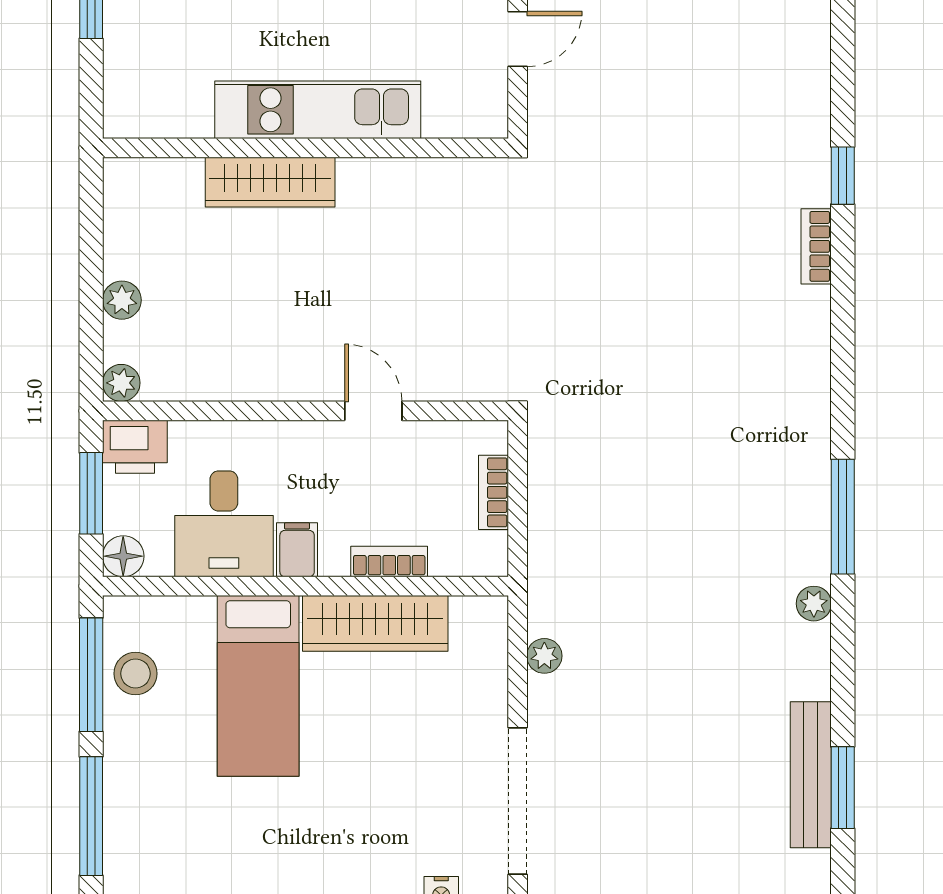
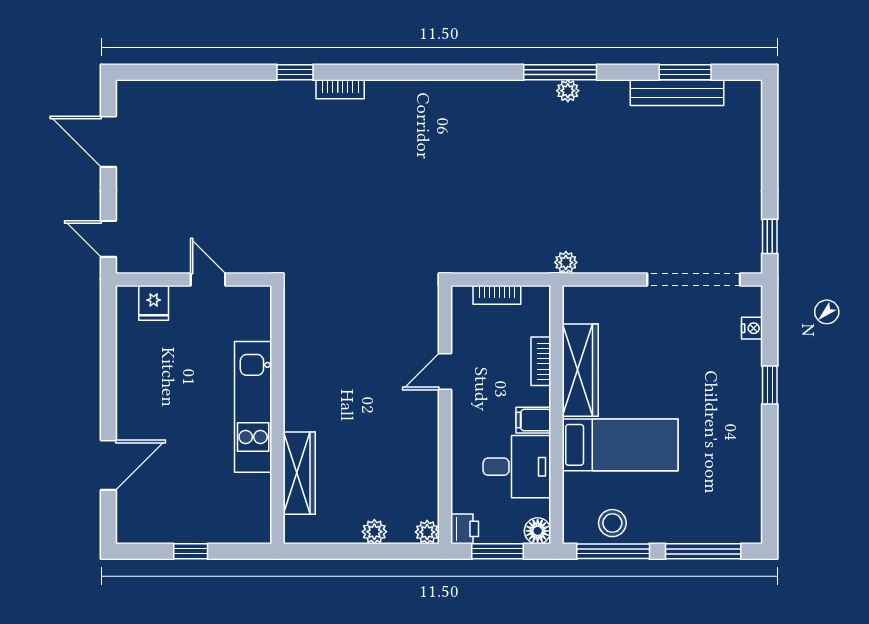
wardrobe: (270, 182) -> (299, 473), moved
printer: (135, 447) -> (465, 529), width x0.73, depth x0.81
window: (843, 517) -> (560, 72), moved
plant: (544, 656) -> (566, 262), moved

